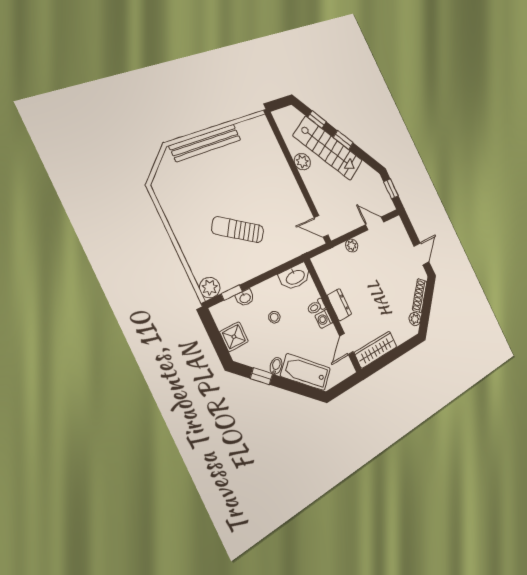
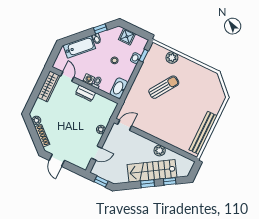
bench: (205, 143) -> (203, 133), moved
plant: (210, 288) -> (172, 58), moved

